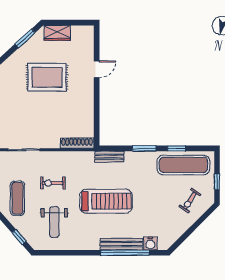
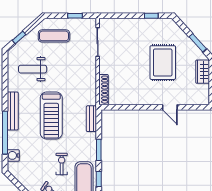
exercise bike: (53, 183) -> (62, 164), moved
bench: (121, 244) -> (13, 111), moved

